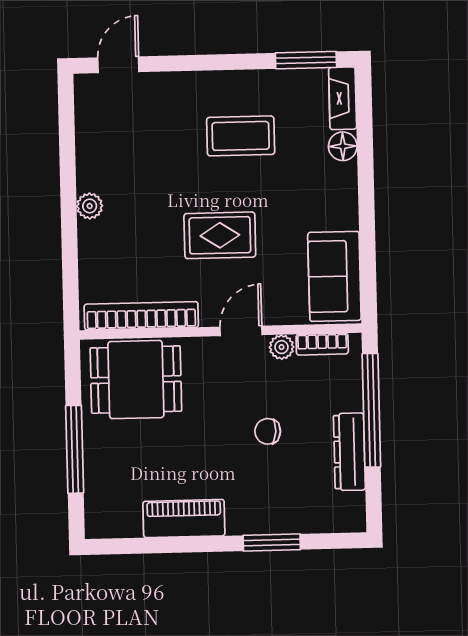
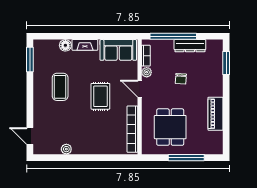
fireplace: (343, 98) -> (85, 45), moved
plant: (90, 206) -> (66, 149), moved
dining table: (136, 380) -> (170, 127), moved
window: (272, 542) -> (226, 63), moved

